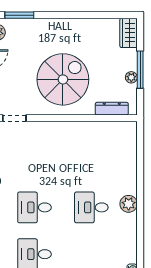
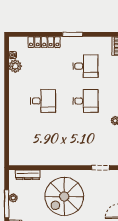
plant: (129, 204) -> (15, 66), moved

